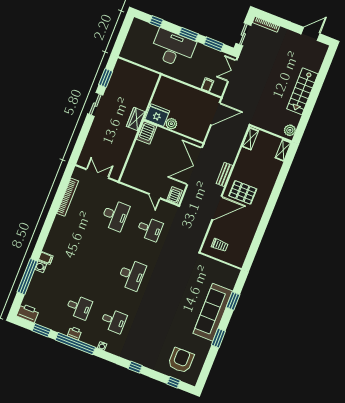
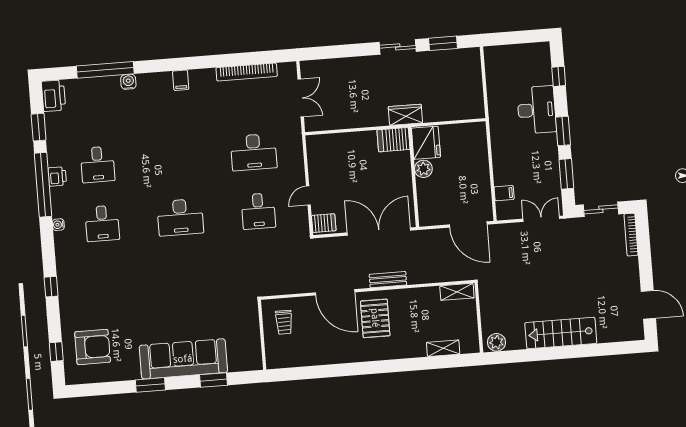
desk: (173, 48) -> (537, 110), width x0.73, depth x0.77
shelving: (283, 150) -> (443, 348), moved
filing cabinet: (46, 258) -> (181, 80), moved

